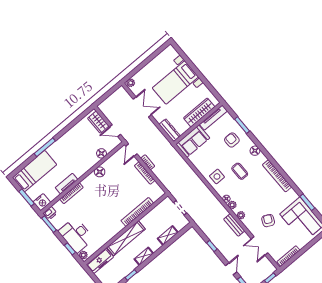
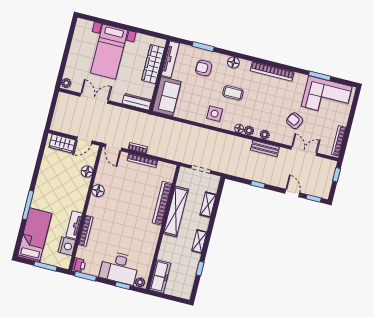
nightstand: (42, 202) -> (67, 246), moved
shelving: (126, 238) -> (176, 211), moved
double door: (260, 246) -> (304, 151), swing flipped

